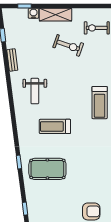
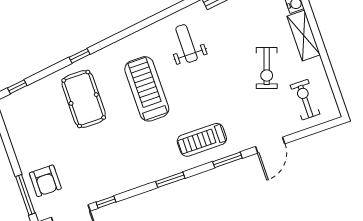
weight bench: (35, 91) -> (187, 43), turned 90
treadmill: (55, 126) -> (147, 89), width x1.37, depth x1.38

